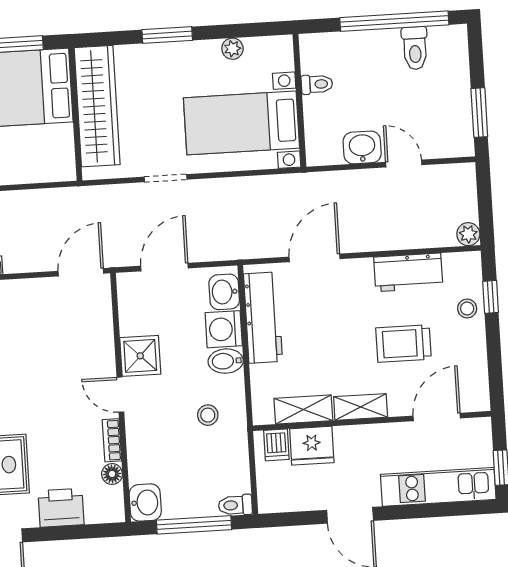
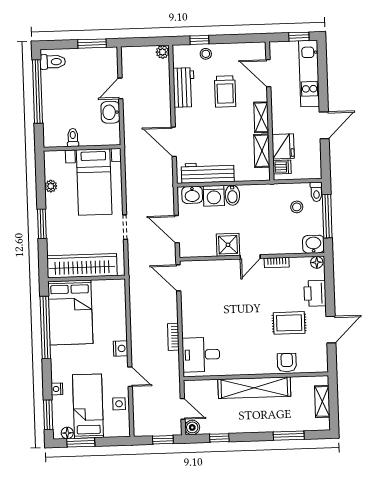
toilet: (415, 48) -> (53, 62), moved
stool: (208, 415) -> (297, 207), moved
floor lamp: (112, 474) -> (317, 262), moved

